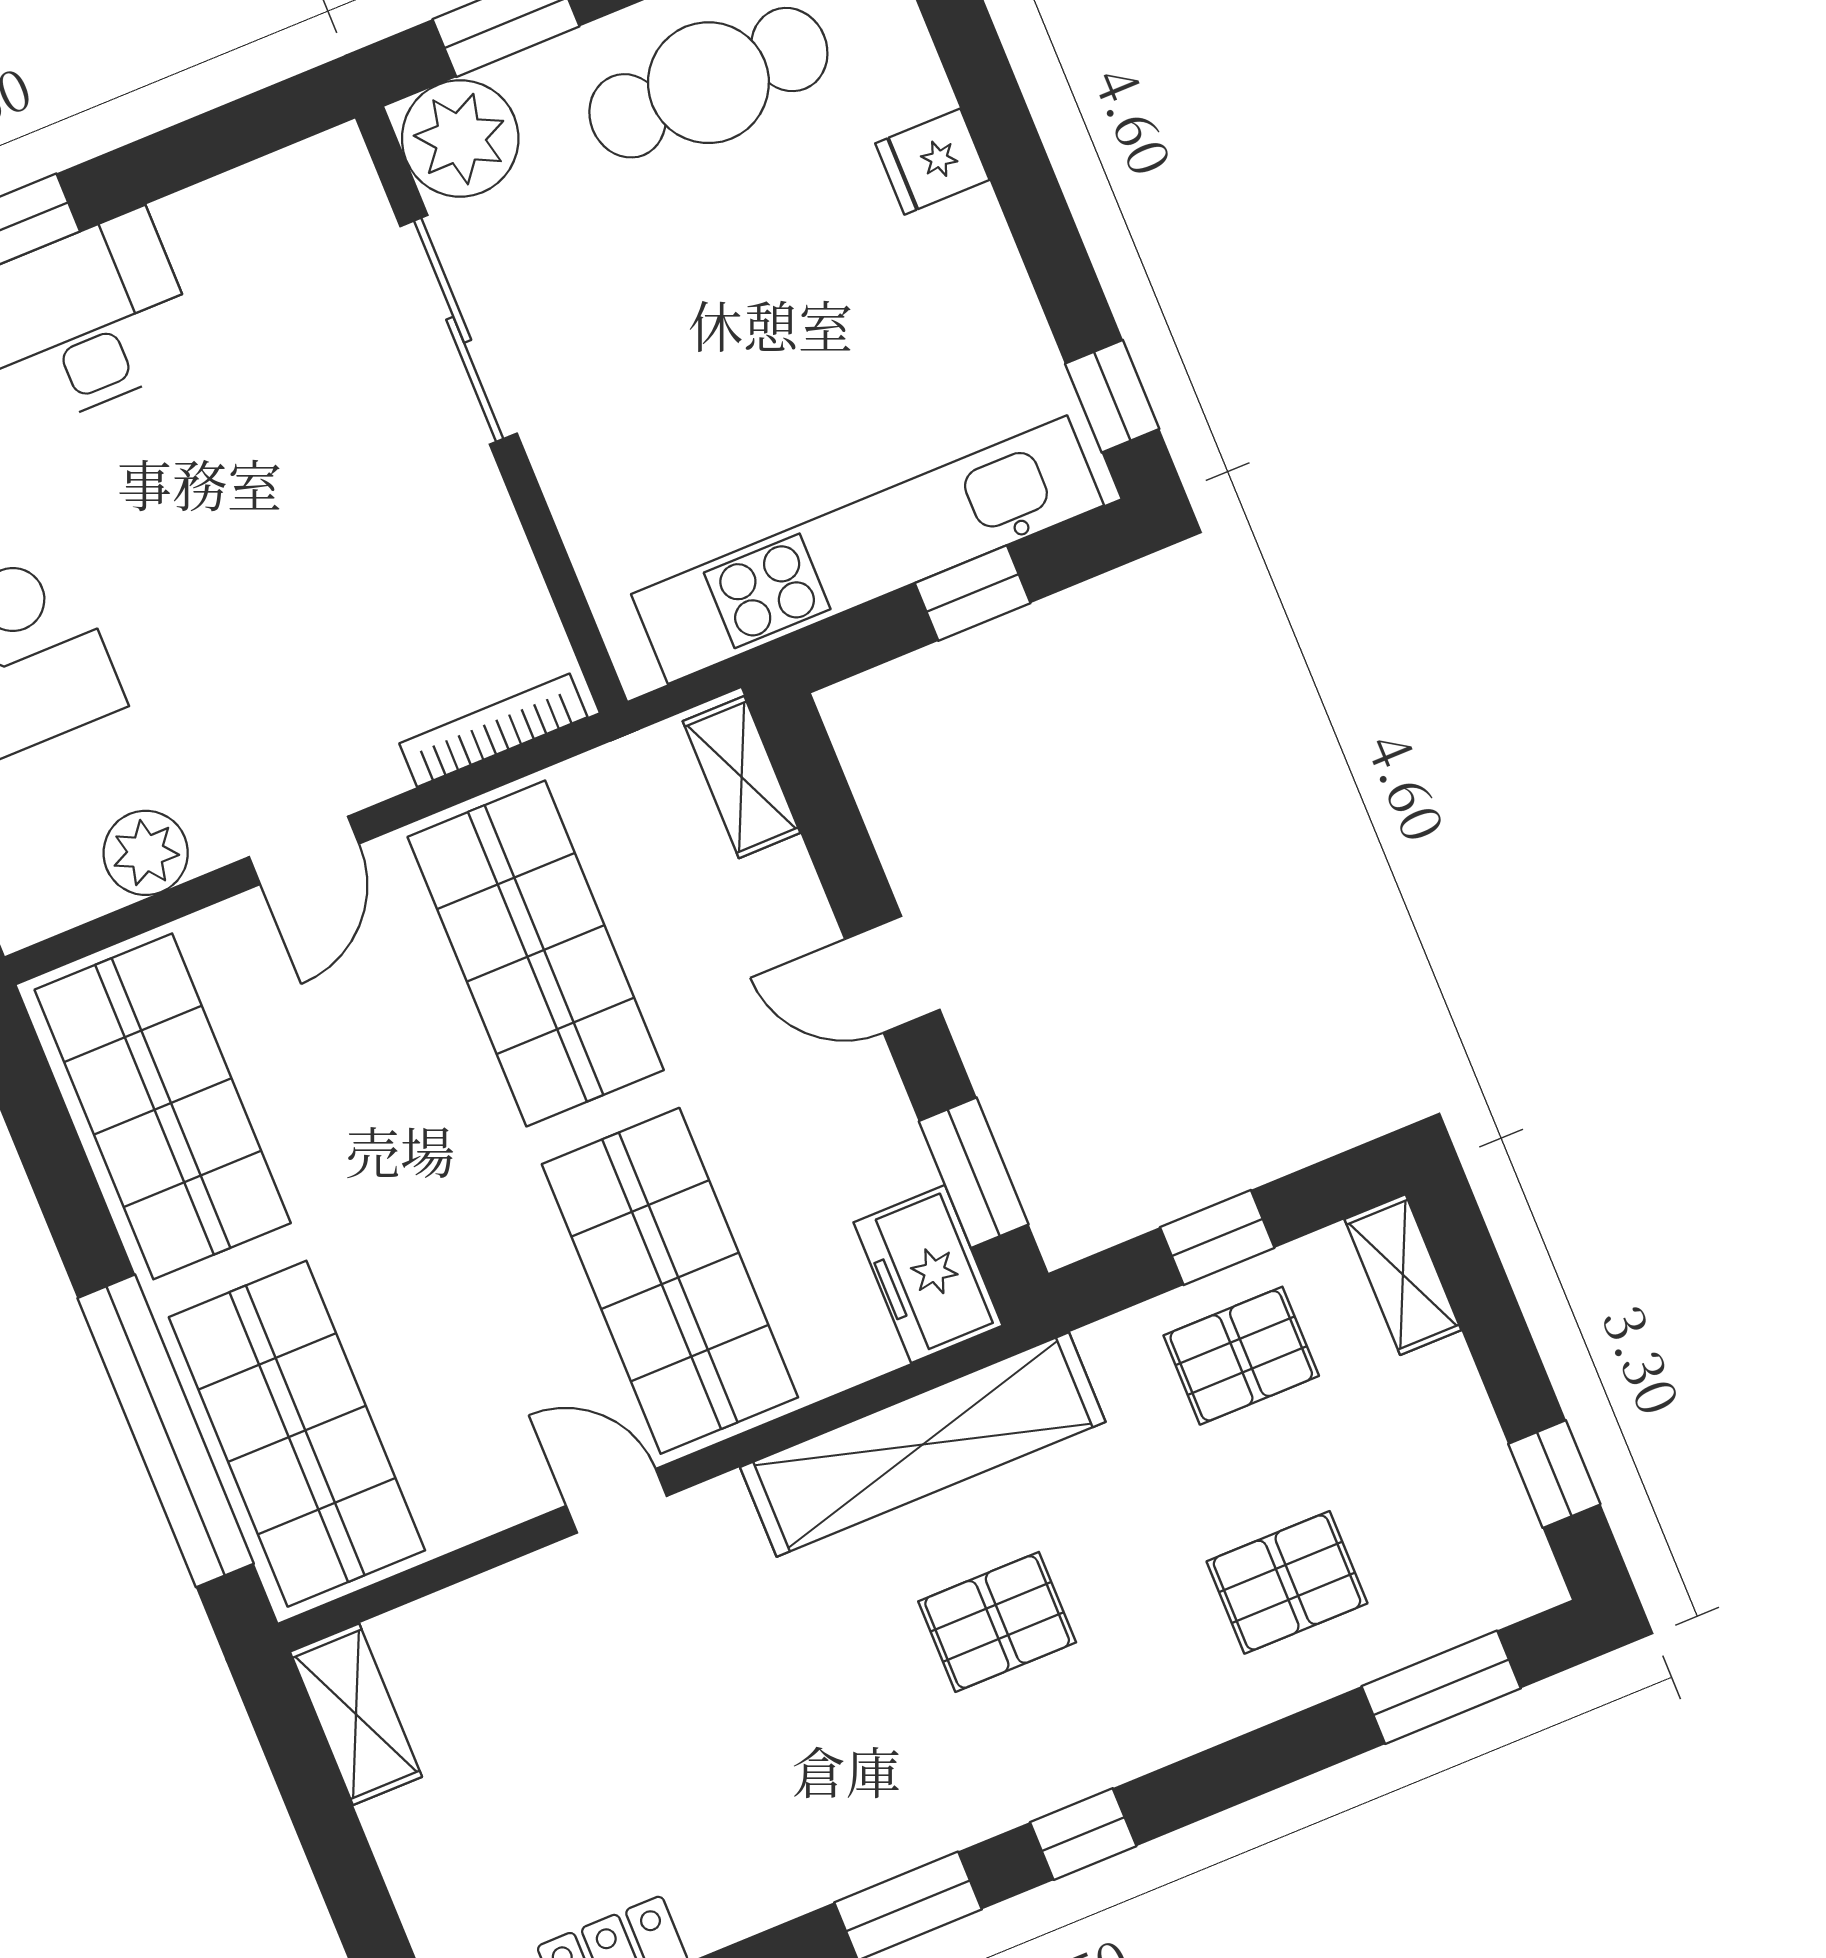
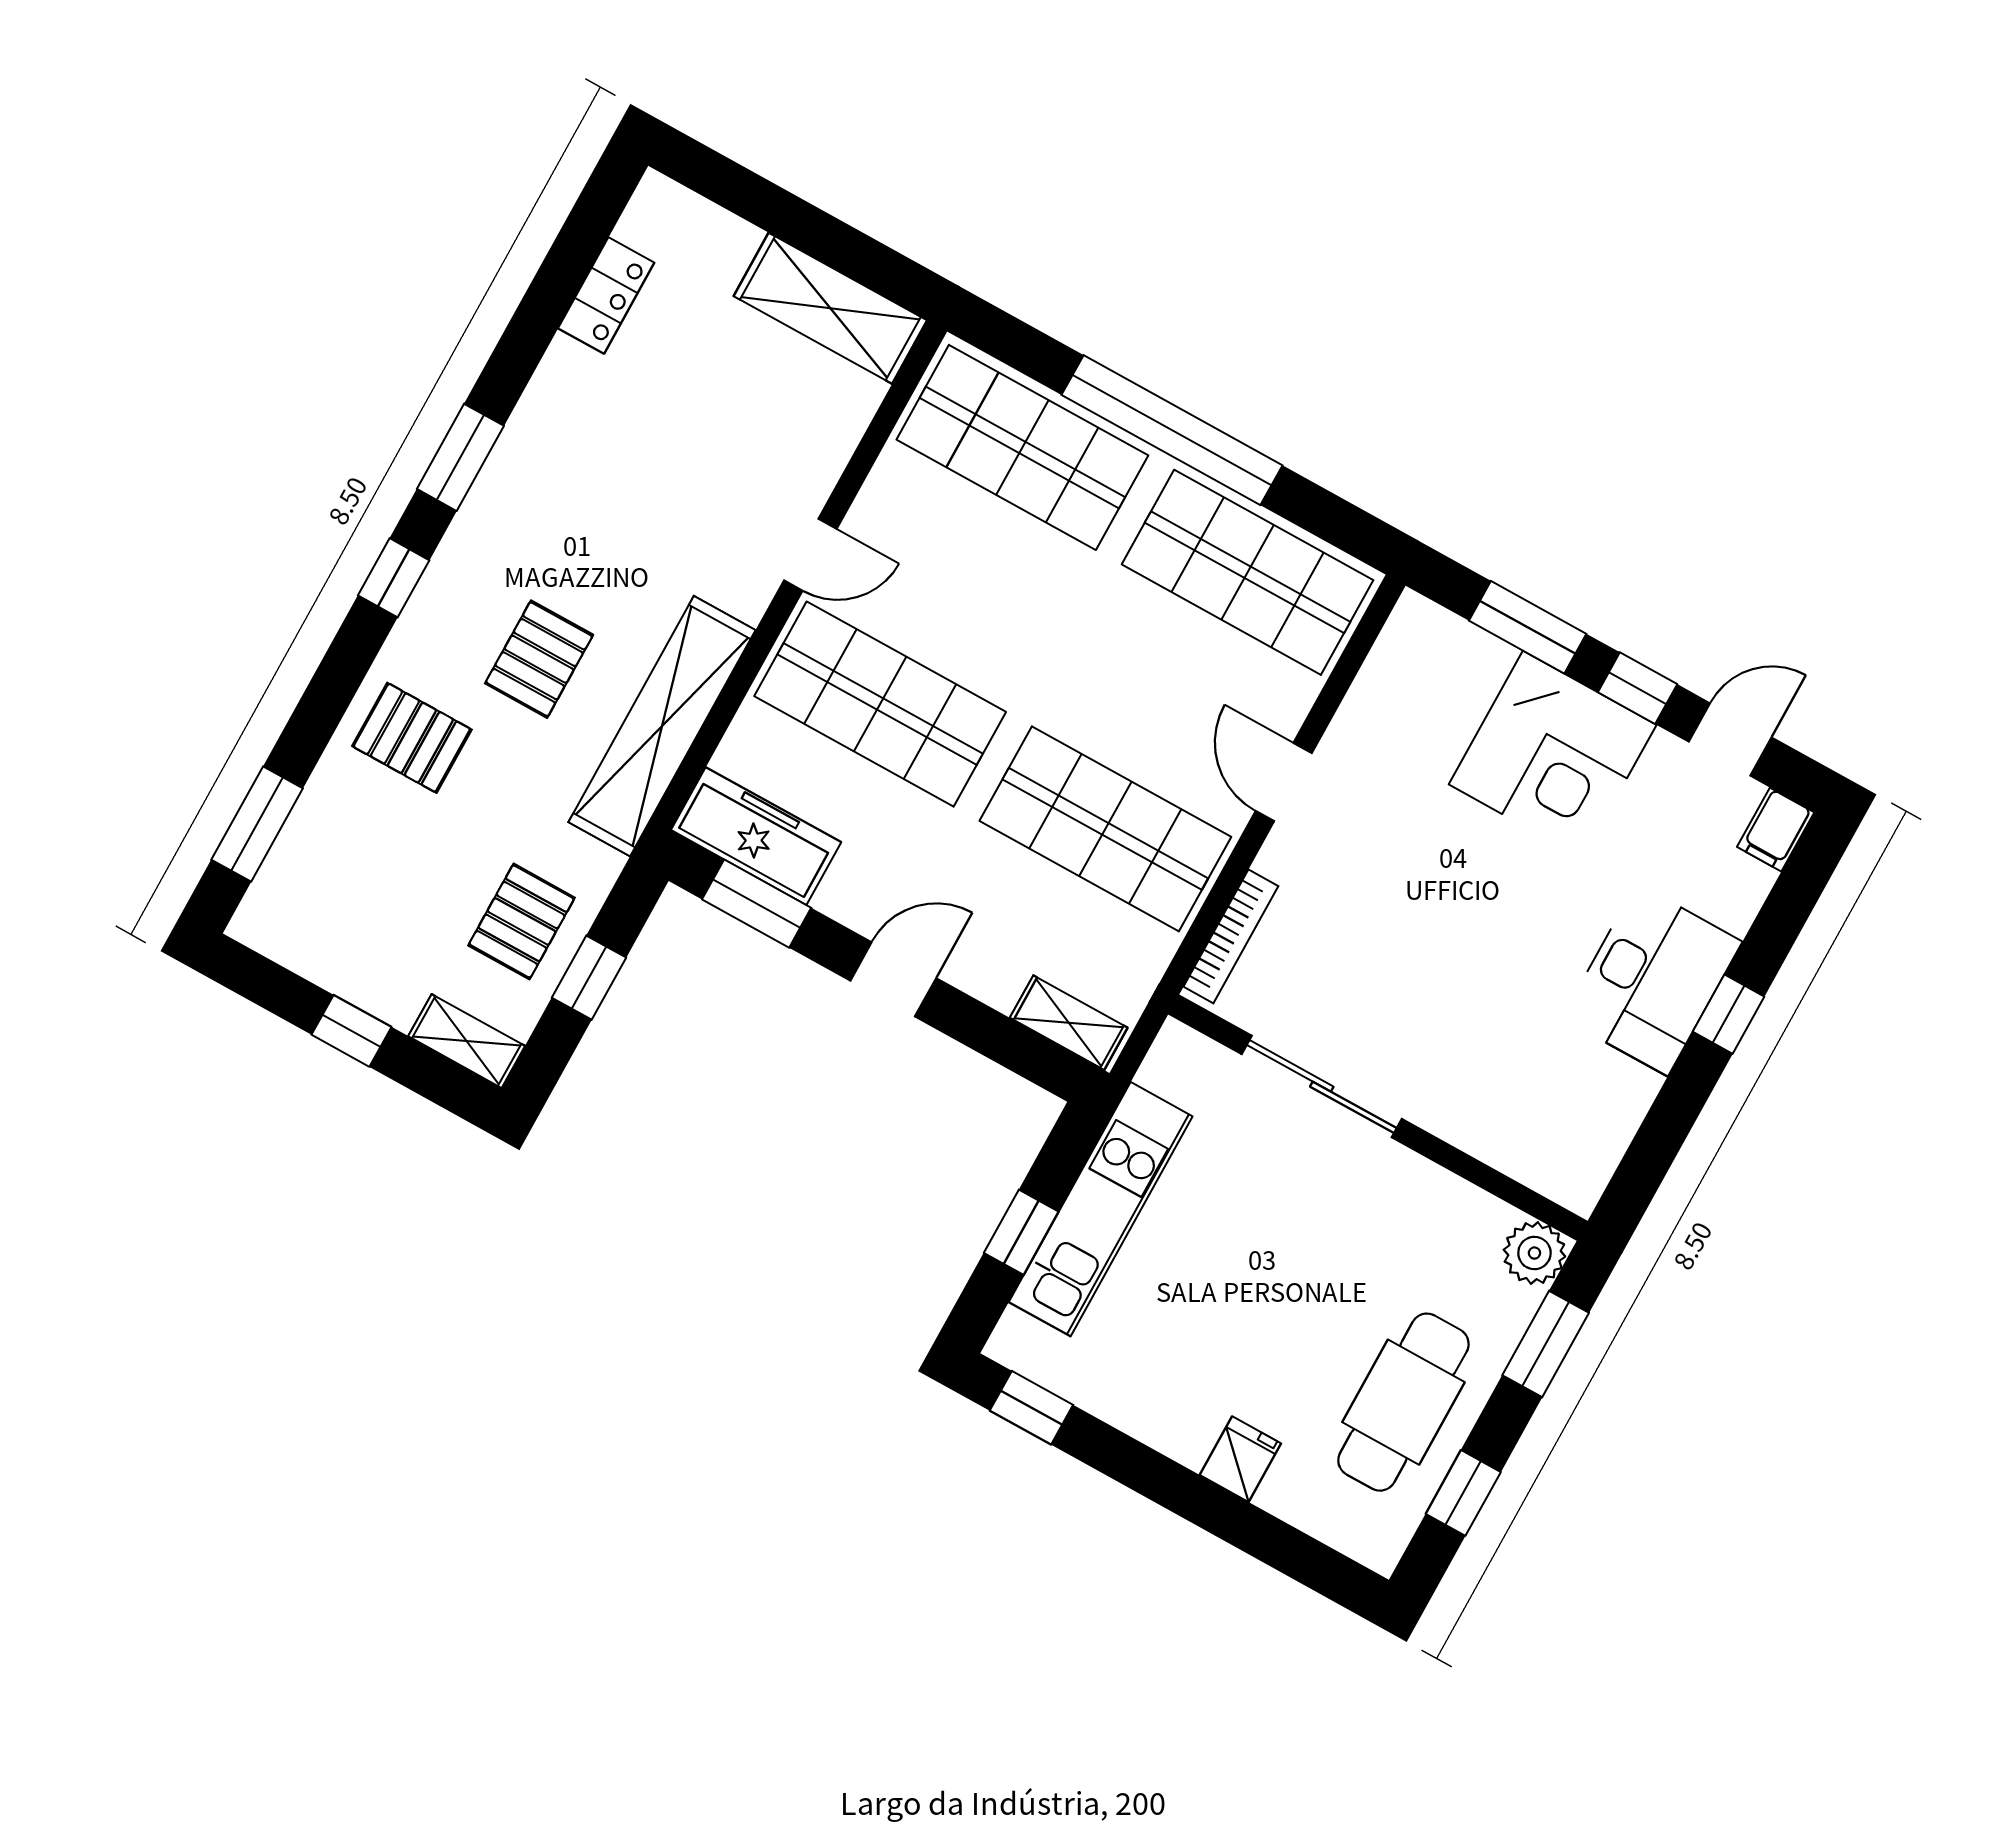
plant: (460, 138) -> (1534, 1253), width x0.73, depth x0.73
sliding door: (459, 330) -> (1322, 1087), moved
kitchen unit: (867, 550) -> (1101, 1209), width x0.73
plant: (146, 853) -> (1373, 709), removed
freezer: (928, 1274) -> (756, 836), width x1.40
window: (166, 1431) -> (1172, 430), moved
window: (1554, 1474) -> (351, 1031), moved
pallet: (1287, 1582) -> (412, 738), moved, turned 90
shelving: (356, 1714) -> (830, 308), width x1.50, depth x1.33

